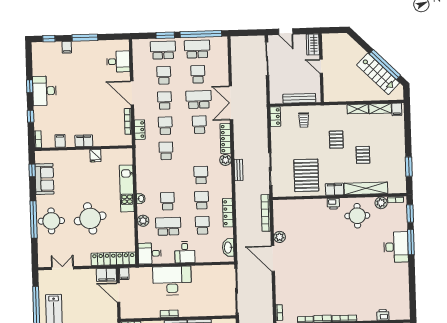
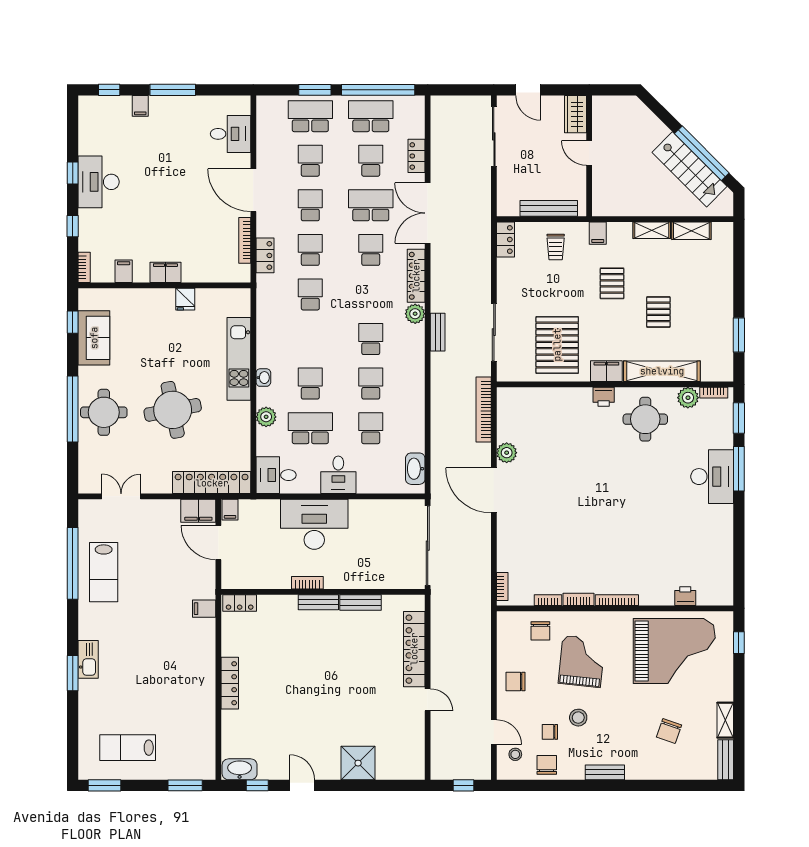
filing cabinet: (397, 109) -> (598, 233), moved
locker: (228, 213) -> (416, 156), moved, width x0.66

